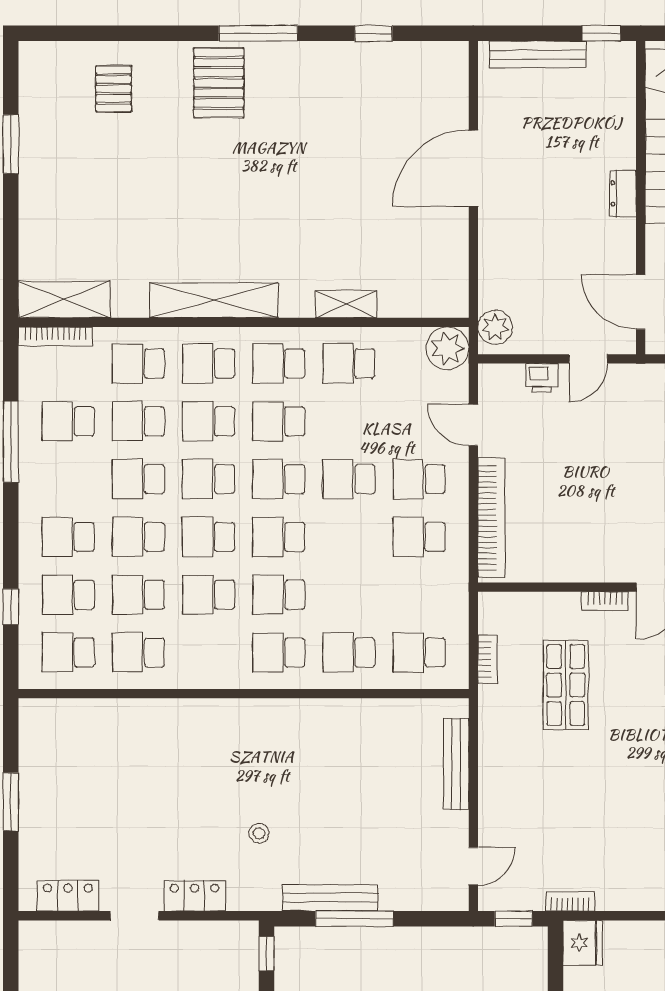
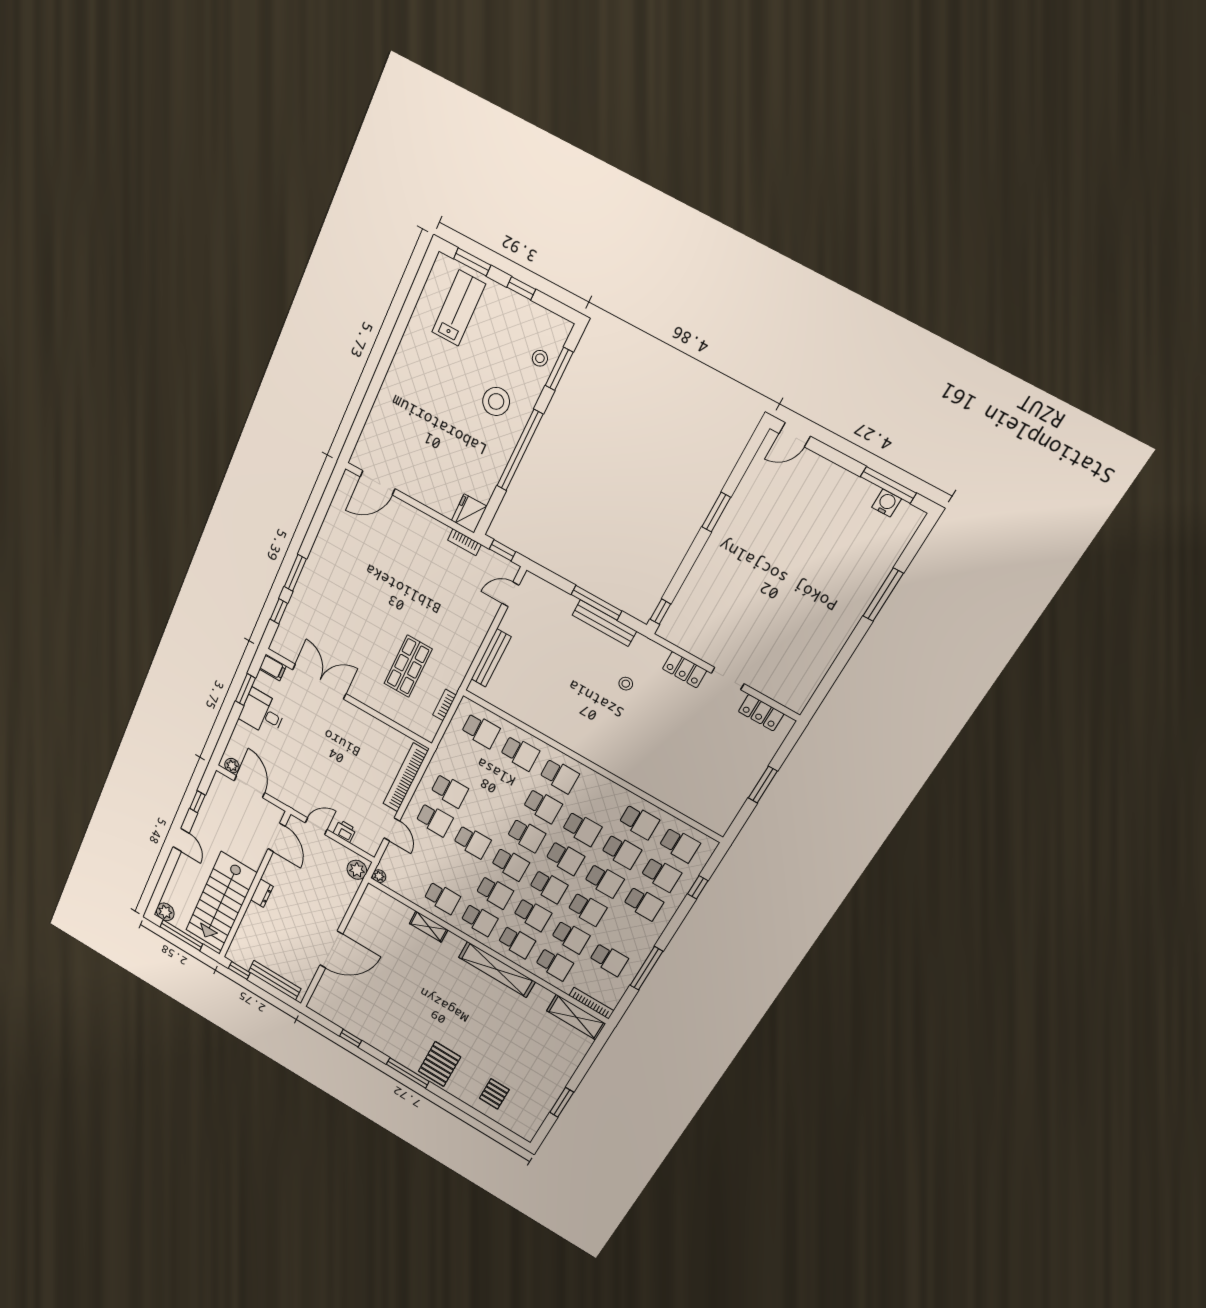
plant: (447, 348) -> (379, 876), width x0.53, depth x0.53
bookcase: (605, 601) -> (365, 699), removed

